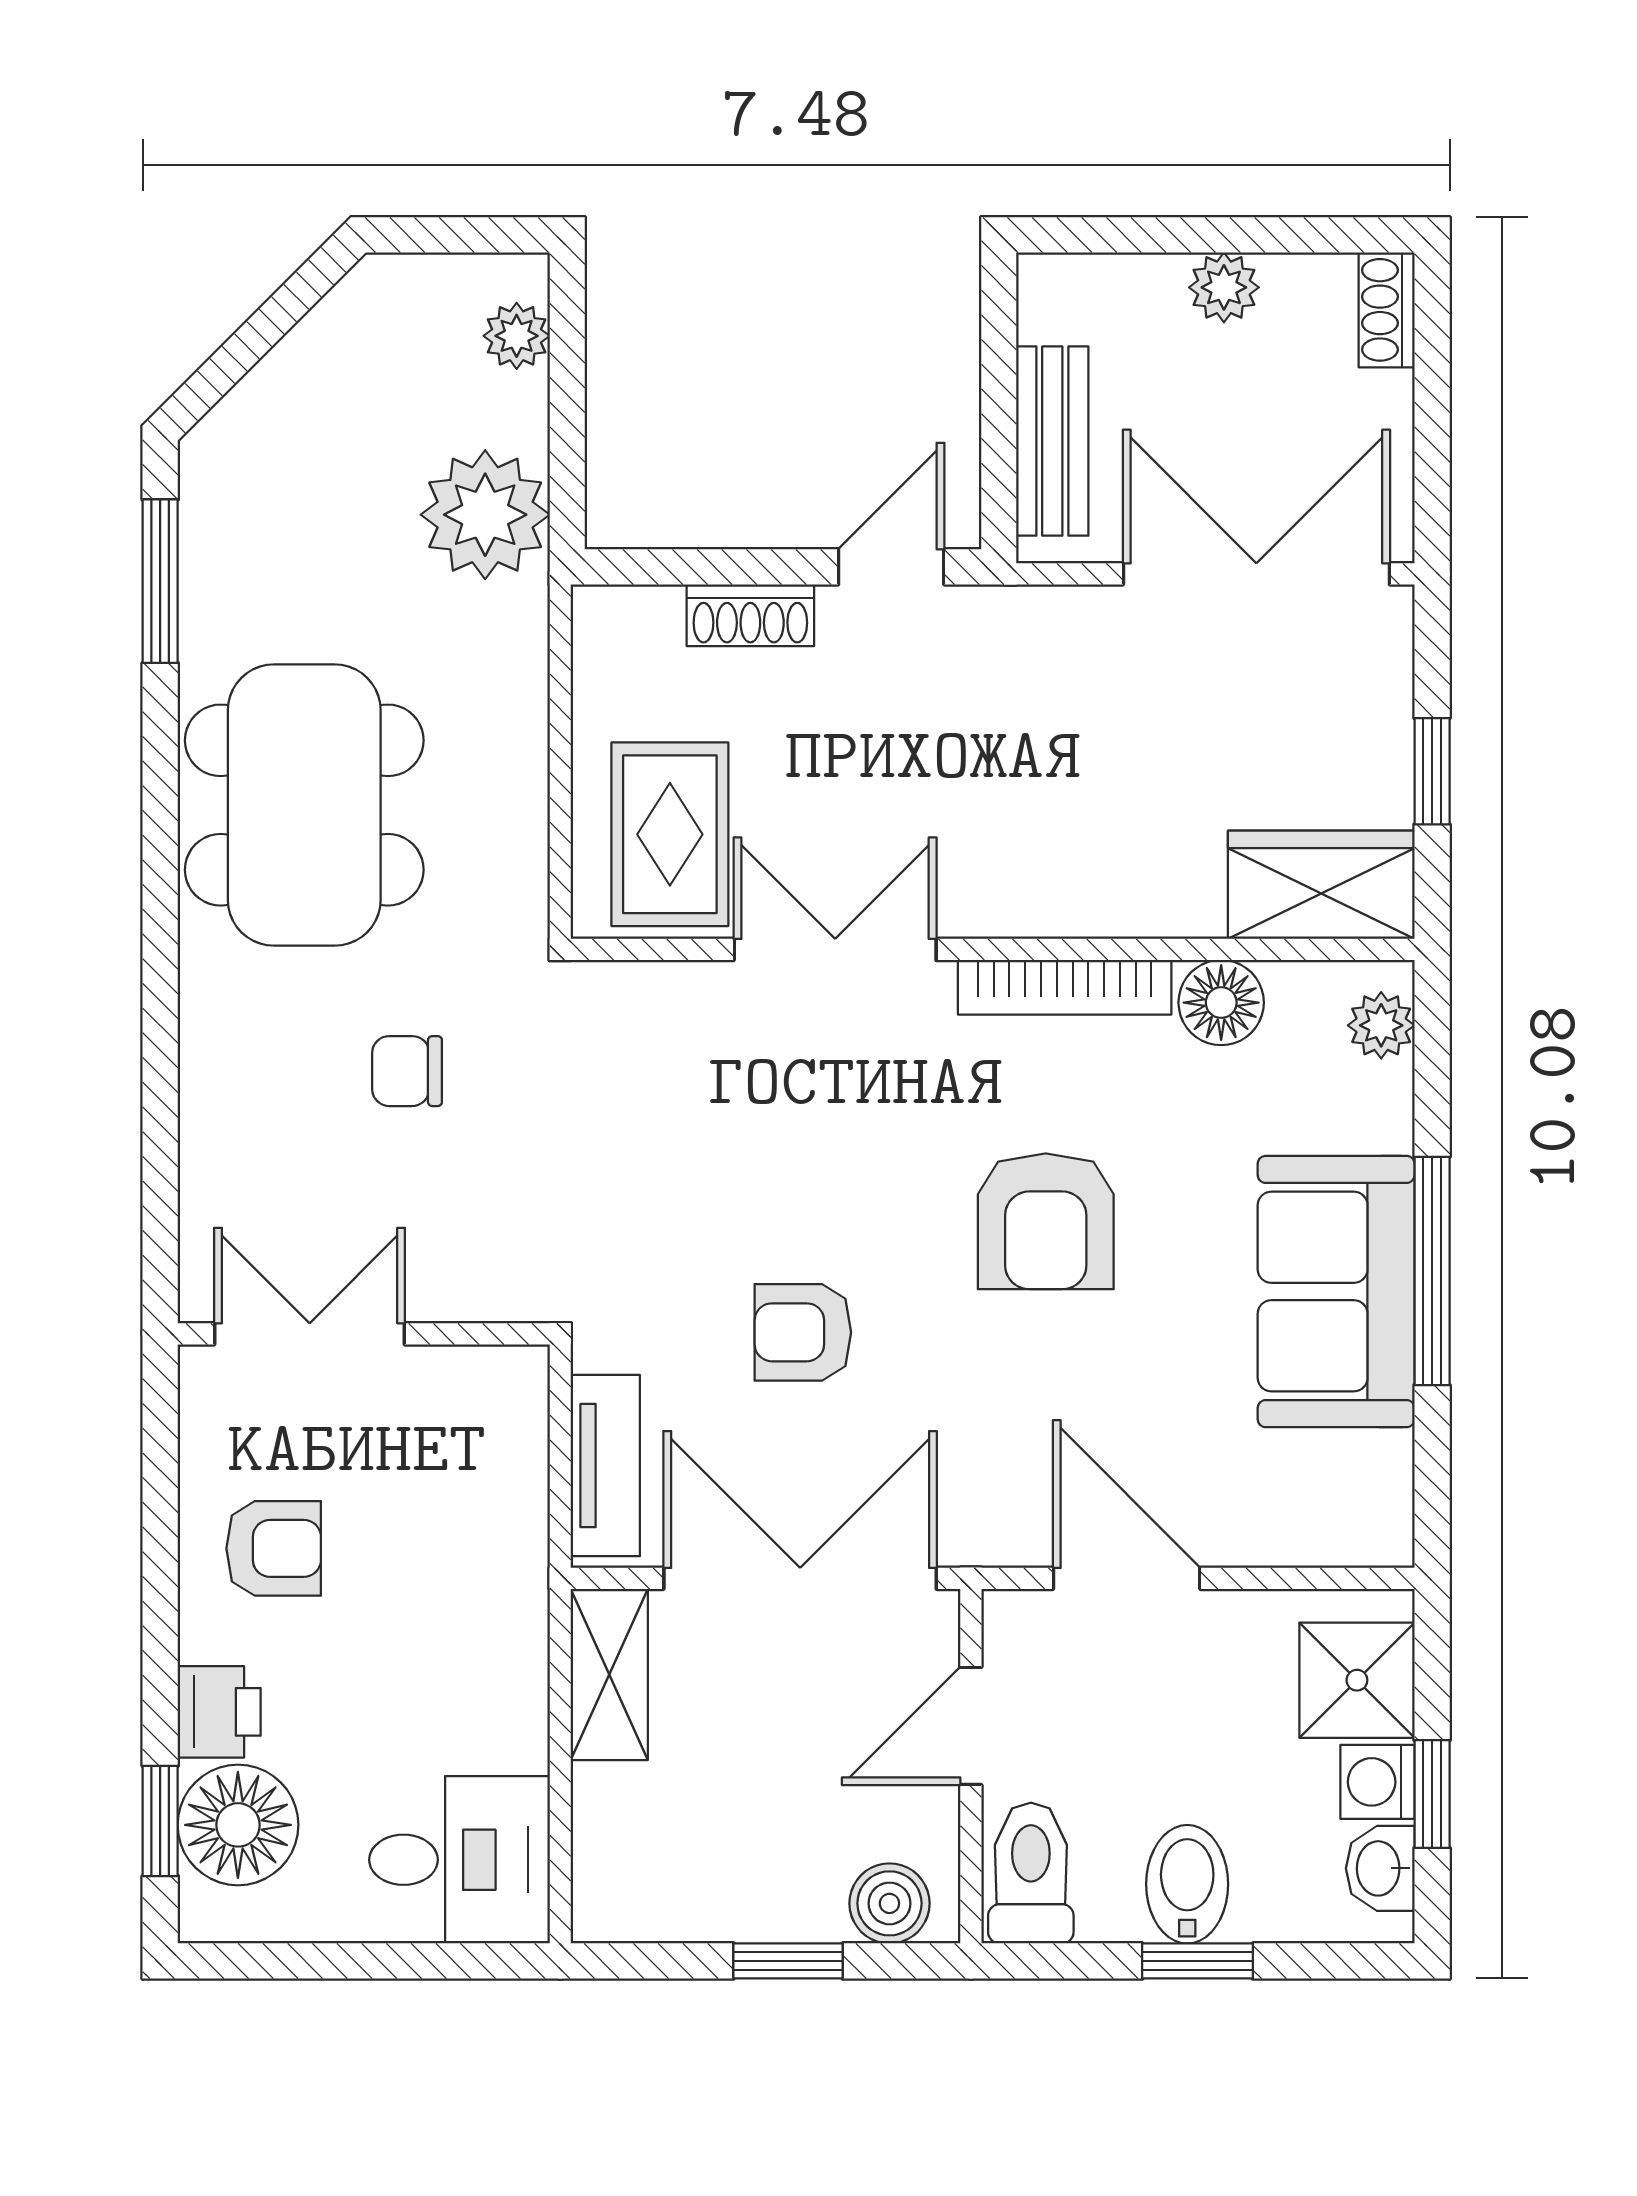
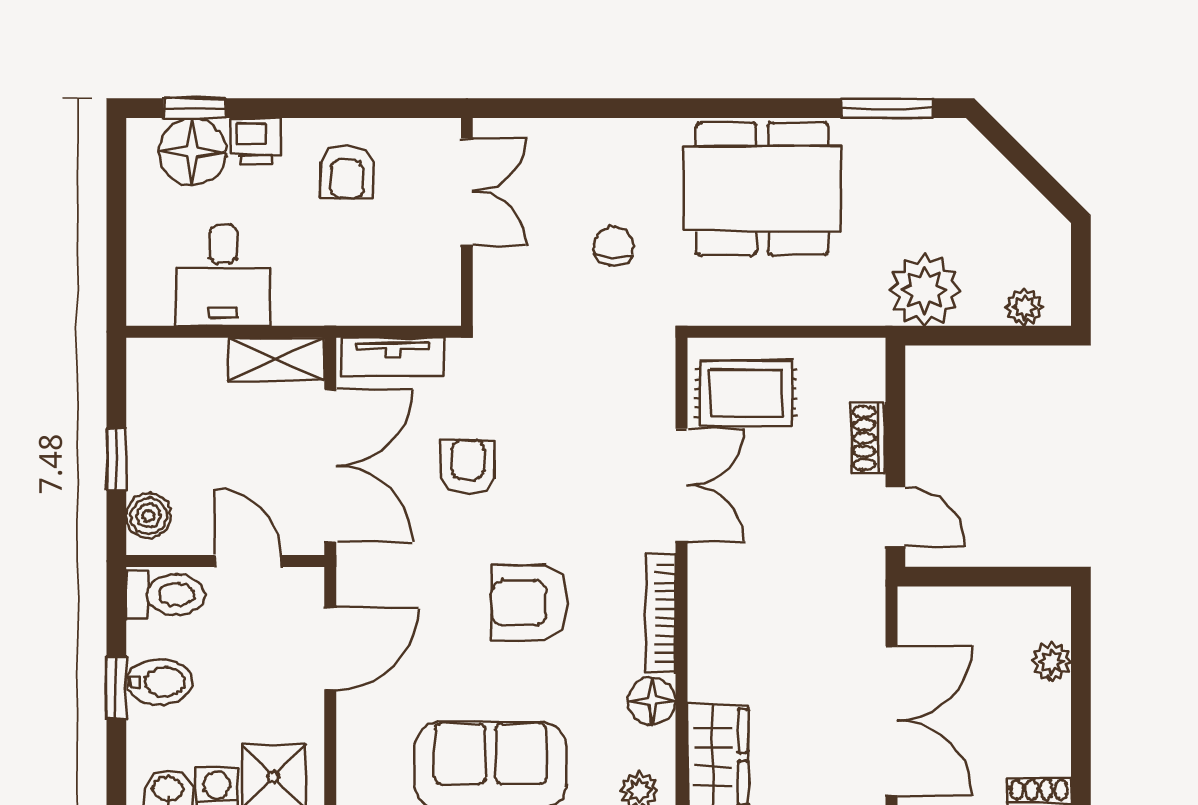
plant: (1224, 287) -> (1051, 661), moved
bench: (1052, 441) -> (966, 607), removed
desk: (459, 1860) -> (223, 275), moved

